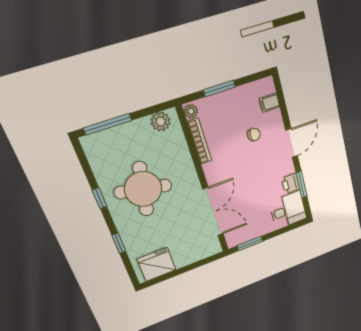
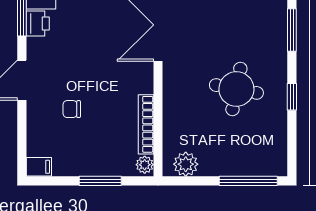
filing cabinet: (270, 103) -> (39, 167), moved
round table: (143, 189) -> (236, 89), width x0.73, depth x0.73
window: (119, 243) -> (292, 30), width x1.50

